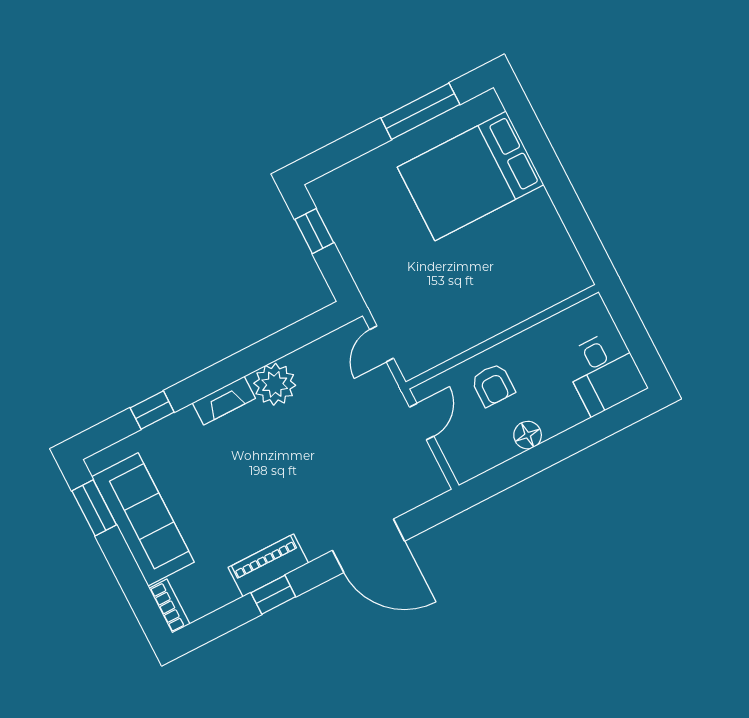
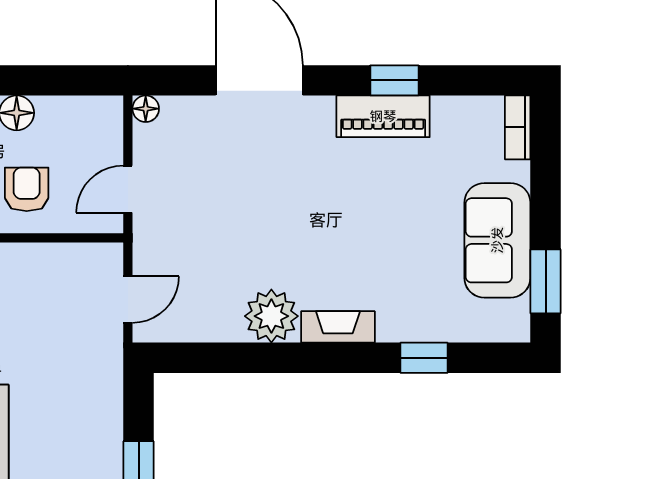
floor lamp: (438, 485) -> (146, 109), added
sofa: (143, 519) -> (497, 240), width x0.73

